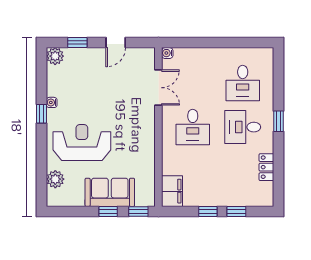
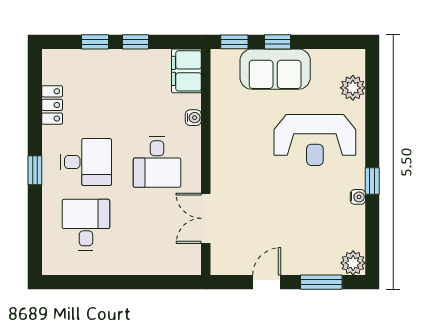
window: (77, 43) -> (321, 282), width x1.50
water cooler: (167, 53) -> (193, 118), moved
desk: (193, 127) -> (157, 162), turned 180

